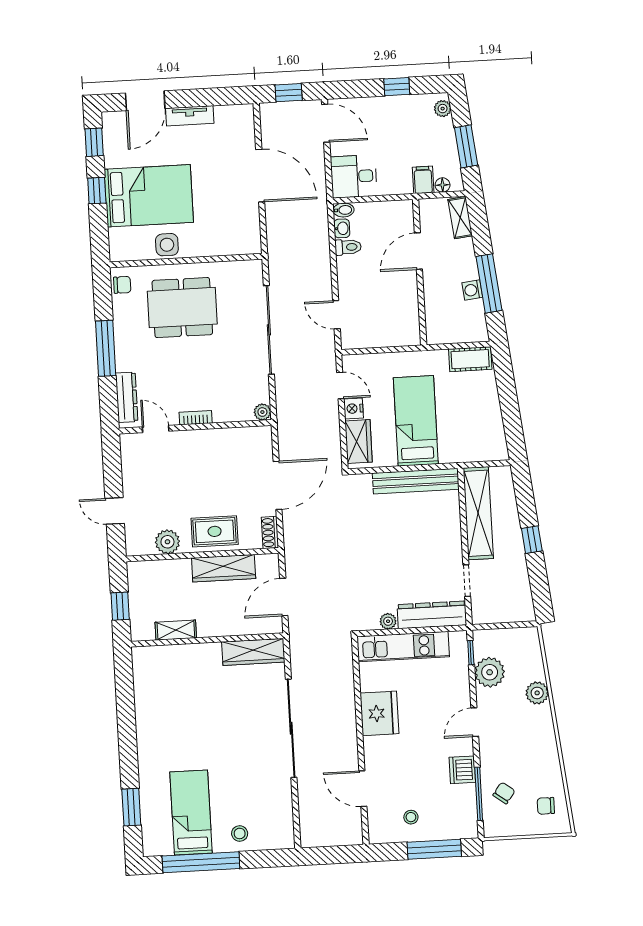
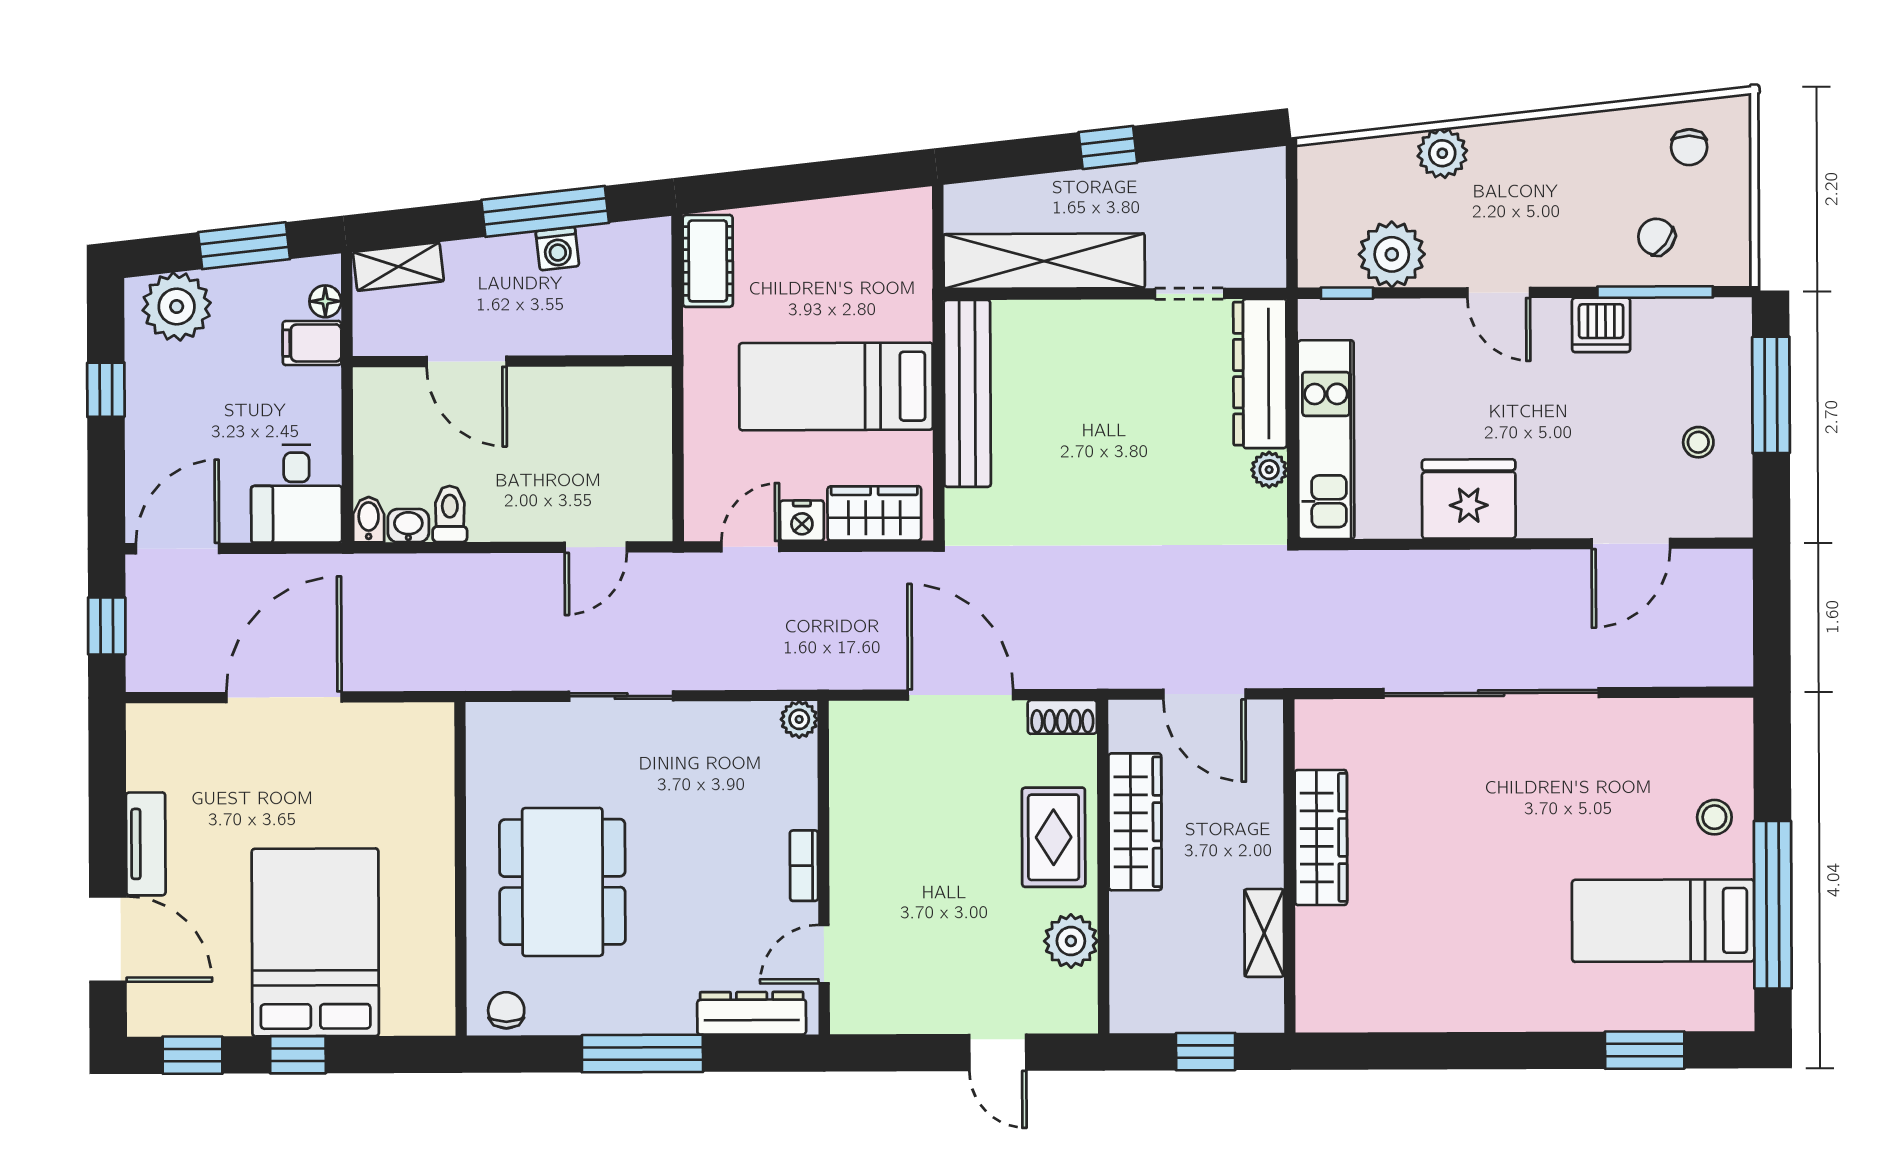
plant: (443, 109) -> (177, 307), width x1.88, depth x1.88
side table: (167, 245) -> (424, 908), removed
sliding door: (269, 330) -> (621, 696), width x0.54
door: (115, 511) -> (998, 1052), hinge flipped
wardrobe: (253, 652) -> (1321, 837), moved

